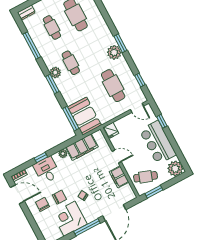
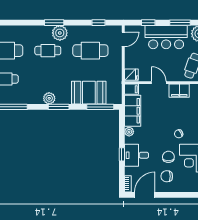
cafe table: (71, 63) -> (48, 51), moved
booth: (85, 116) -> (89, 93), moved
filing cabinet: (99, 137) -> (131, 89), added
window: (176, 148) -> (180, 23), added
door: (117, 156) -> (159, 83), hinge flipped

